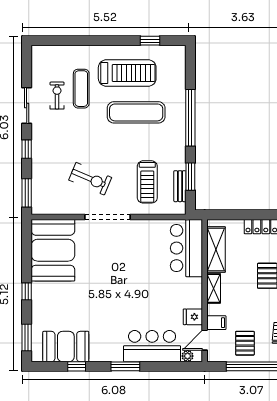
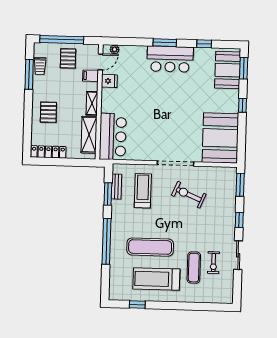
bar counter: (152, 346) -> (170, 59), moved
booth: (66, 347) -> (228, 70), moved, turned 90

